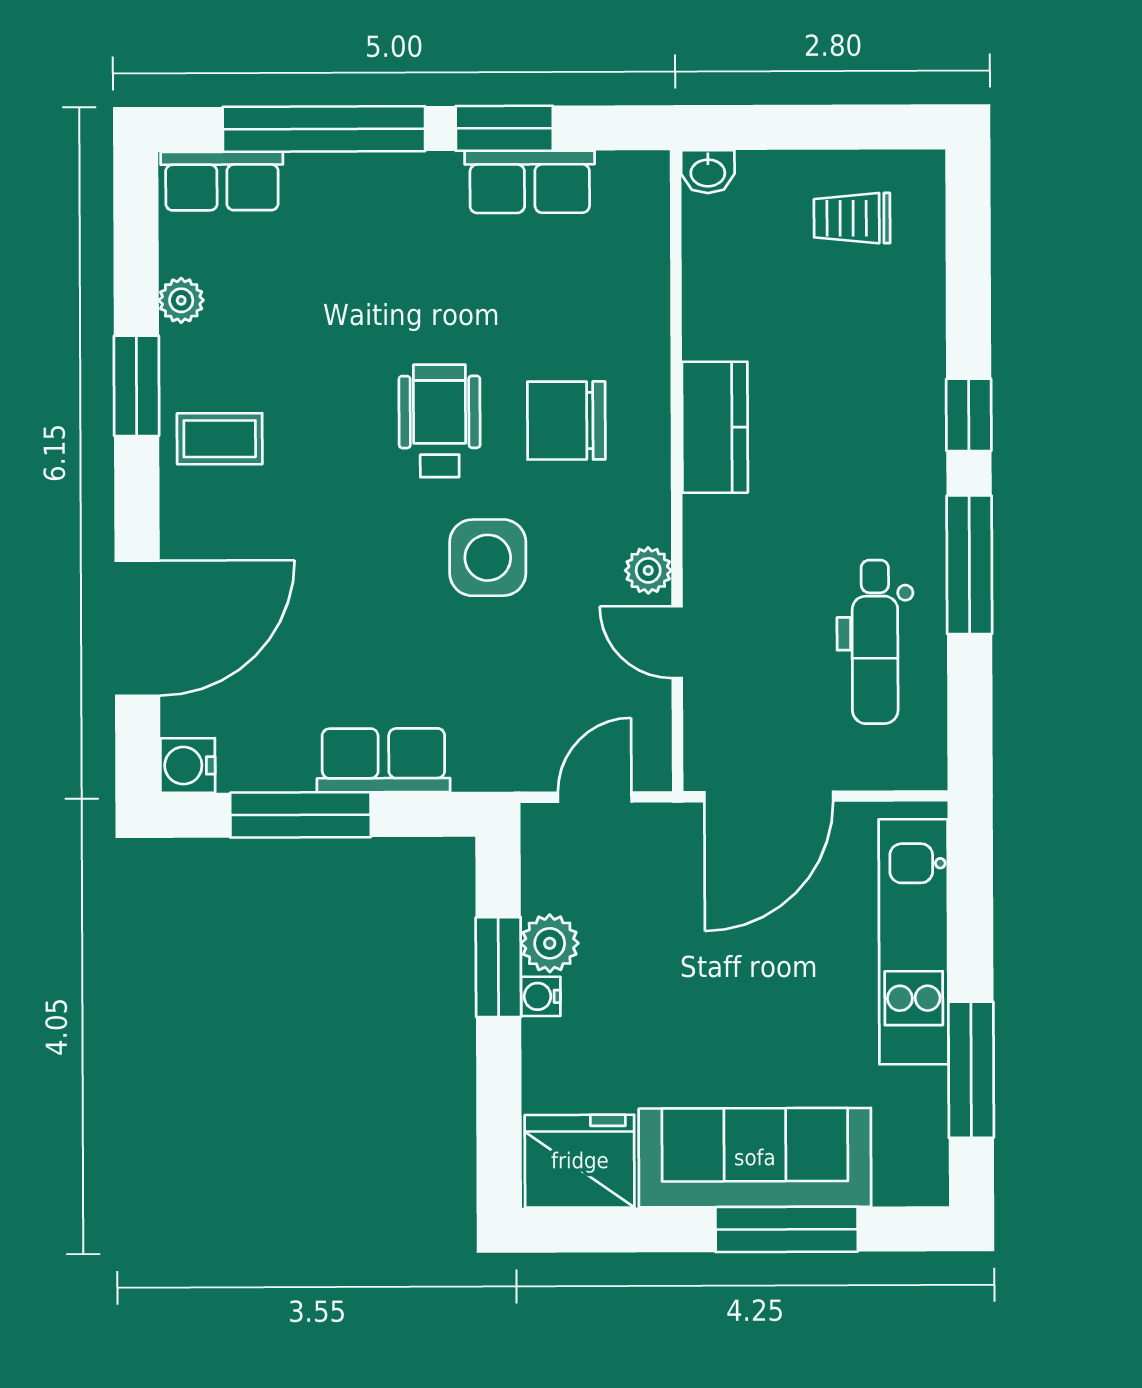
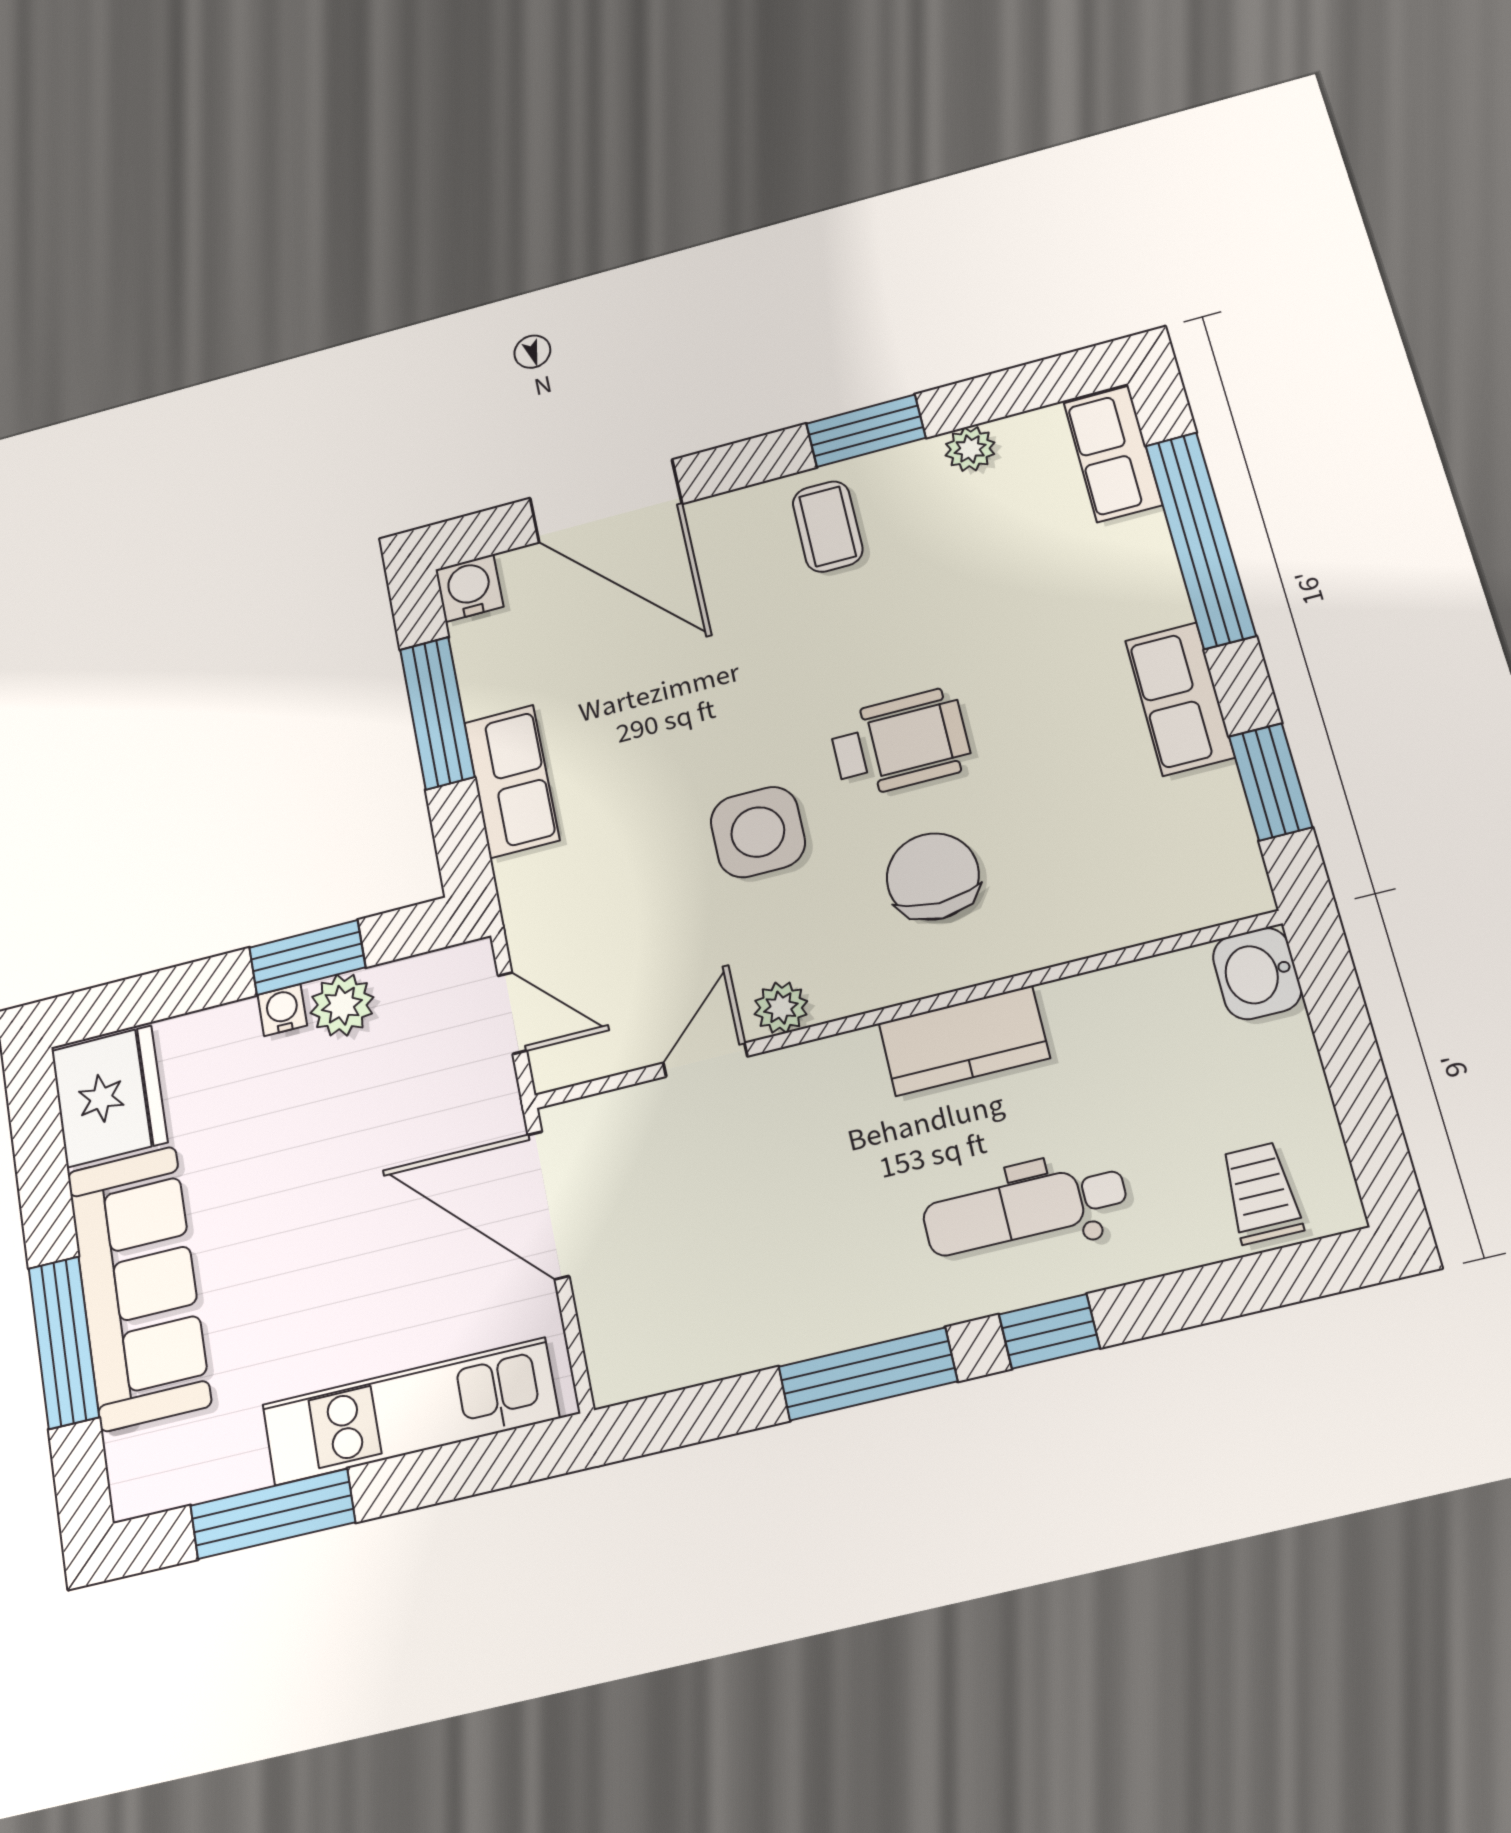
window: (504, 128) -> (1270, 782), moved
washbasin: (708, 172) -> (1257, 973), width x1.38, depth x1.45
row of seats: (530, 182) -> (1180, 699), moved
trolley: (852, 218) -> (1261, 1193), moved
dental chair: (875, 642) -> (1025, 1209), moved

